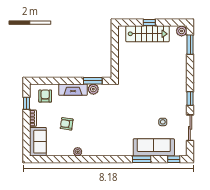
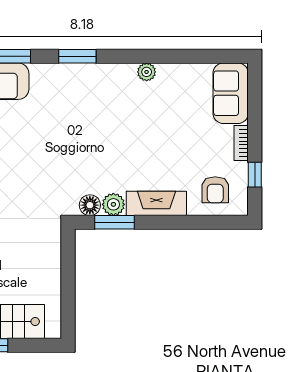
floor lamp: (104, 89) -> (90, 205), added
armchair: (67, 124) -> (170, 131), removed
window: (110, 159) -> (77, 56), added

